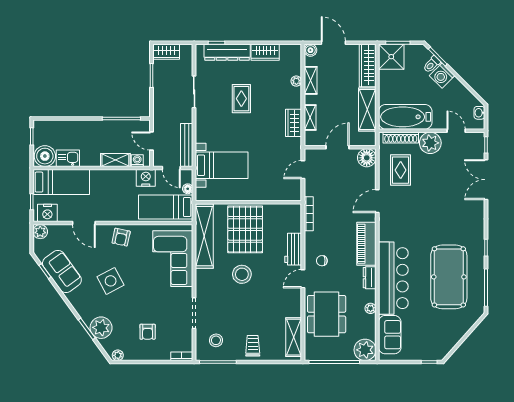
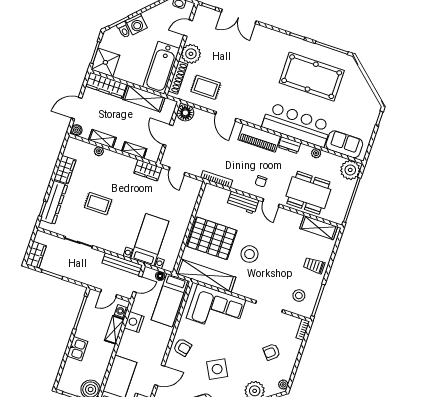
wardrobe: (294, 123) -> (148, 170), moved
kitchen sink: (68, 158) -> (77, 349), moved, turned 180
nightstand: (146, 178) -> (134, 322), moved
armchair: (148, 332) -> (272, 352), turned 140

